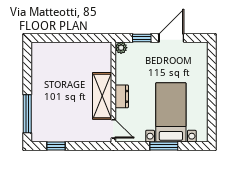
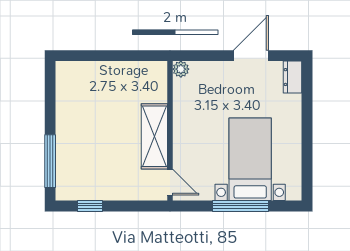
window: (142, 38) -> (210, 56), removed
dresser: (122, 96) -> (293, 77), moved, turned 180
window: (164, 146) -> (240, 206), width x1.44

